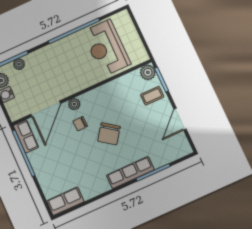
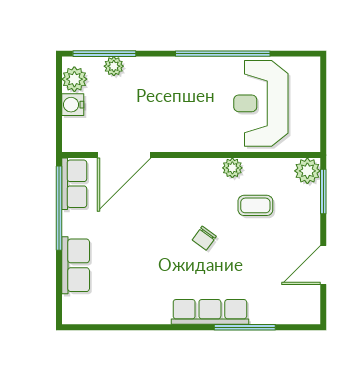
coffee table: (152, 96) -> (255, 205), moved
plant: (74, 104) -> (232, 168), moved
chair: (80, 124) -> (167, 202), removed
chair: (109, 134) -> (204, 238), width x0.54, depth x0.54
row of seats: (65, 201) -> (76, 265), moved, turned 90

